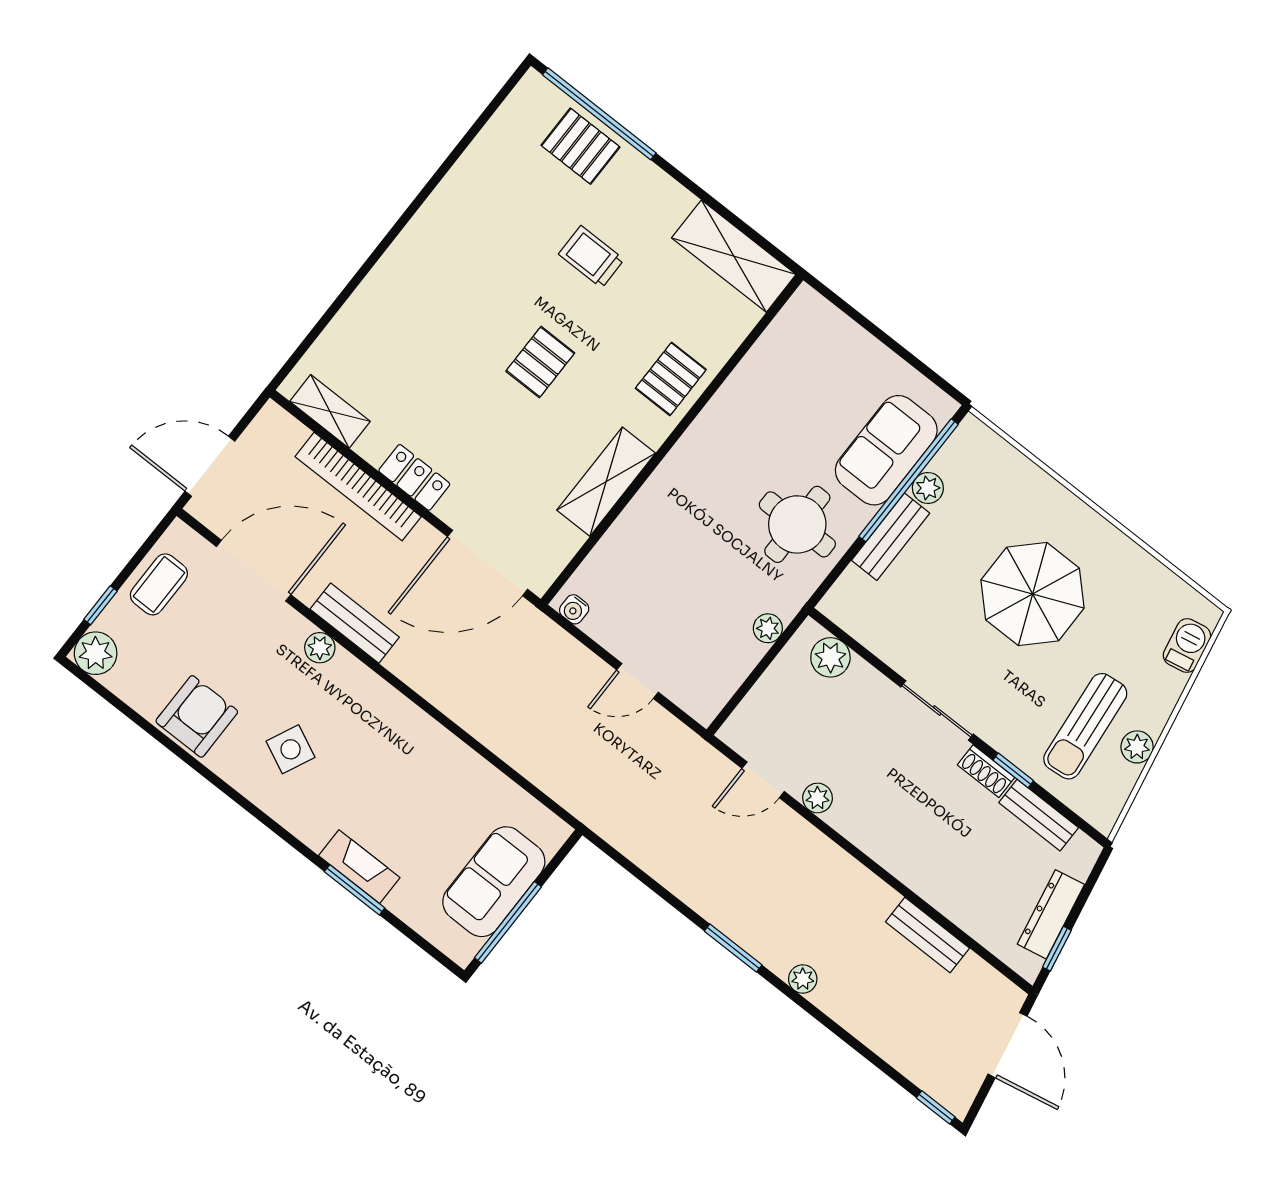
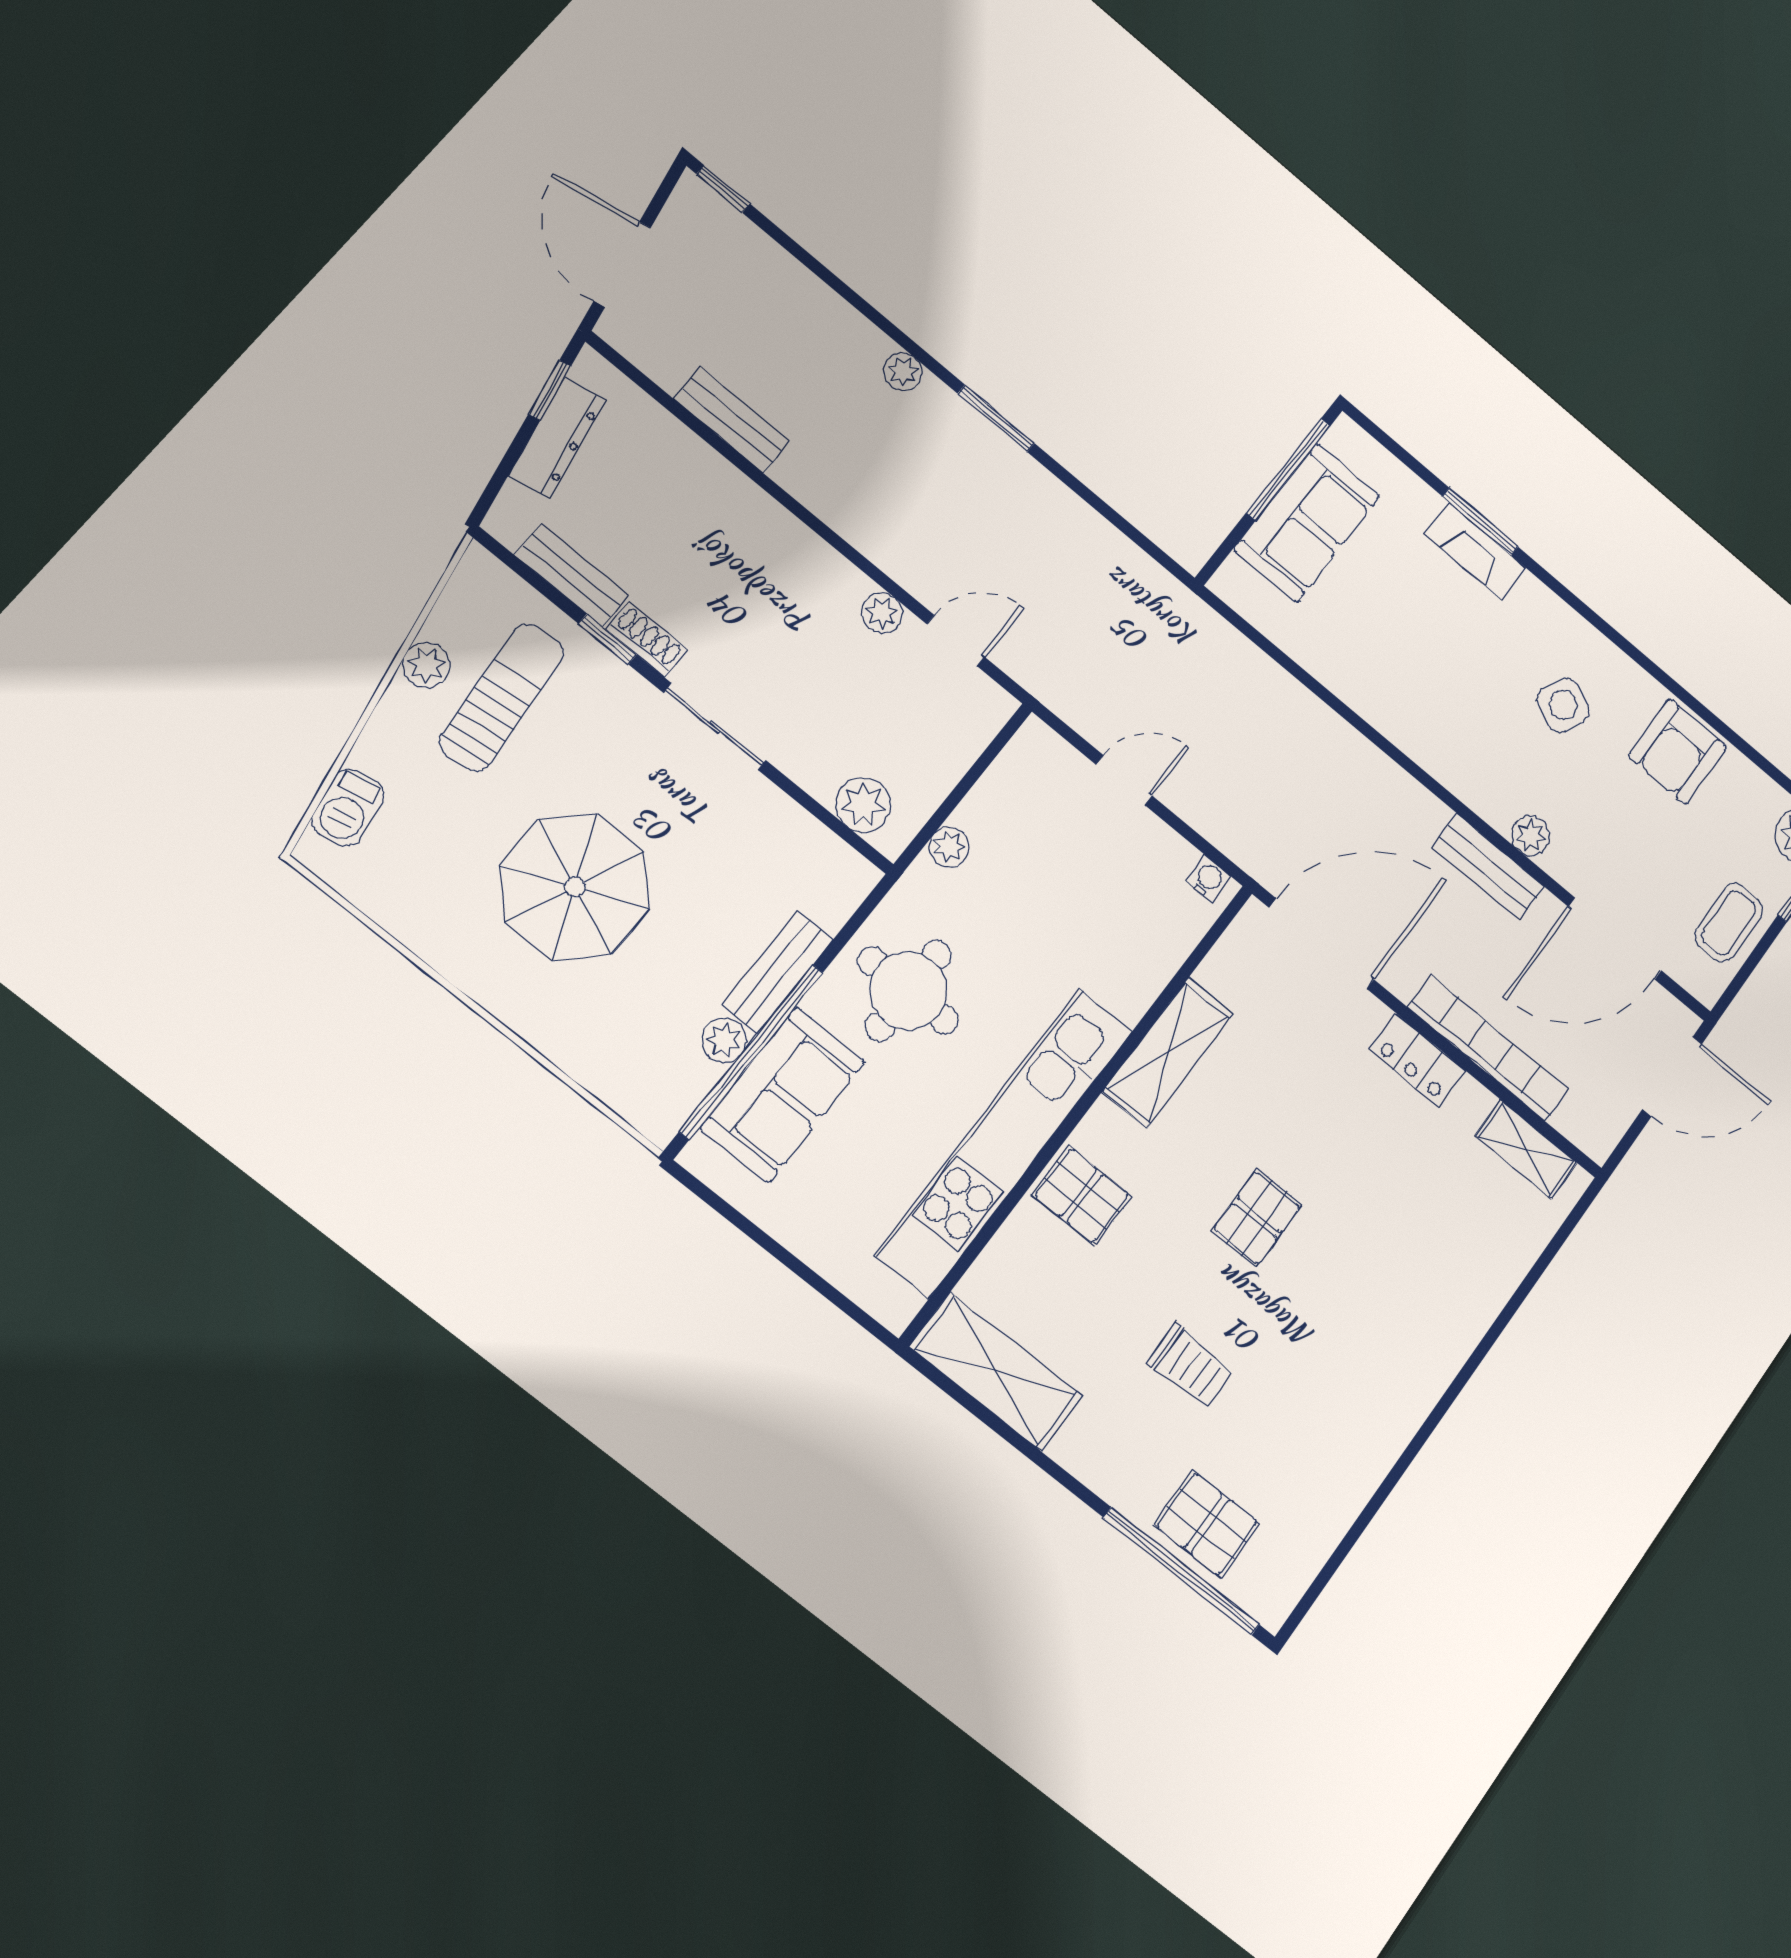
pallet: (671, 379) -> (1082, 1196), turned 90
kitchen unit: (727, 417) -> (1005, 1141), added

